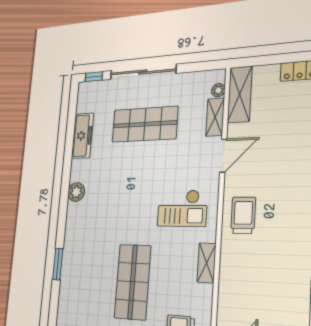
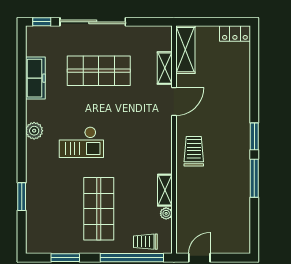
plant: (218, 90) -> (166, 213), moved
checkout: (182, 208) -> (81, 142), moved

